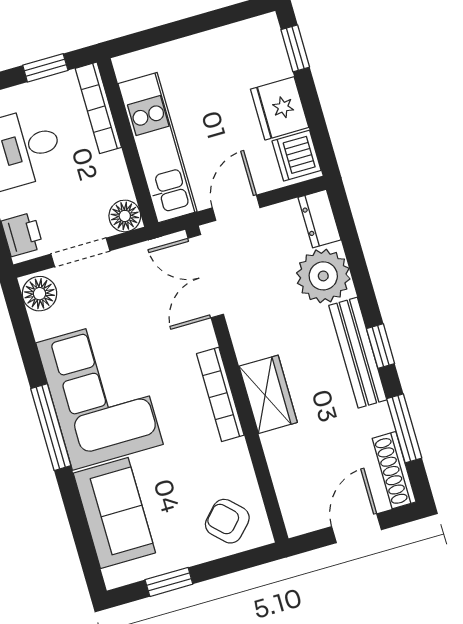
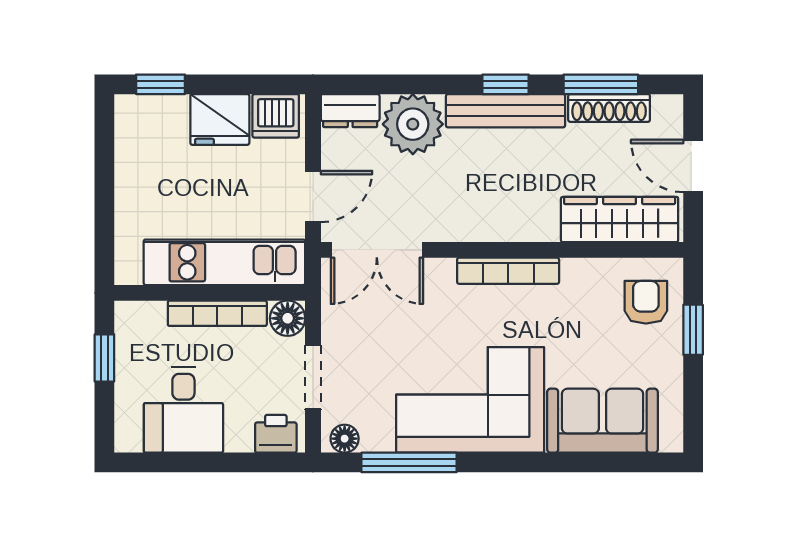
bookcase: (98, 108) -> (217, 313), moved
door: (236, 208) -> (313, 197), swing flipped
floor lamp: (39, 294) -> (345, 439), width x0.73, depth x0.73
wardrobe: (268, 394) -> (620, 219), moved, width x1.50
window: (51, 427) -> (409, 462), moved
shoe rack: (394, 470) -> (609, 108), moved
armchair: (227, 521) -> (646, 302), turned 136
window: (169, 582) -> (693, 330), moved

